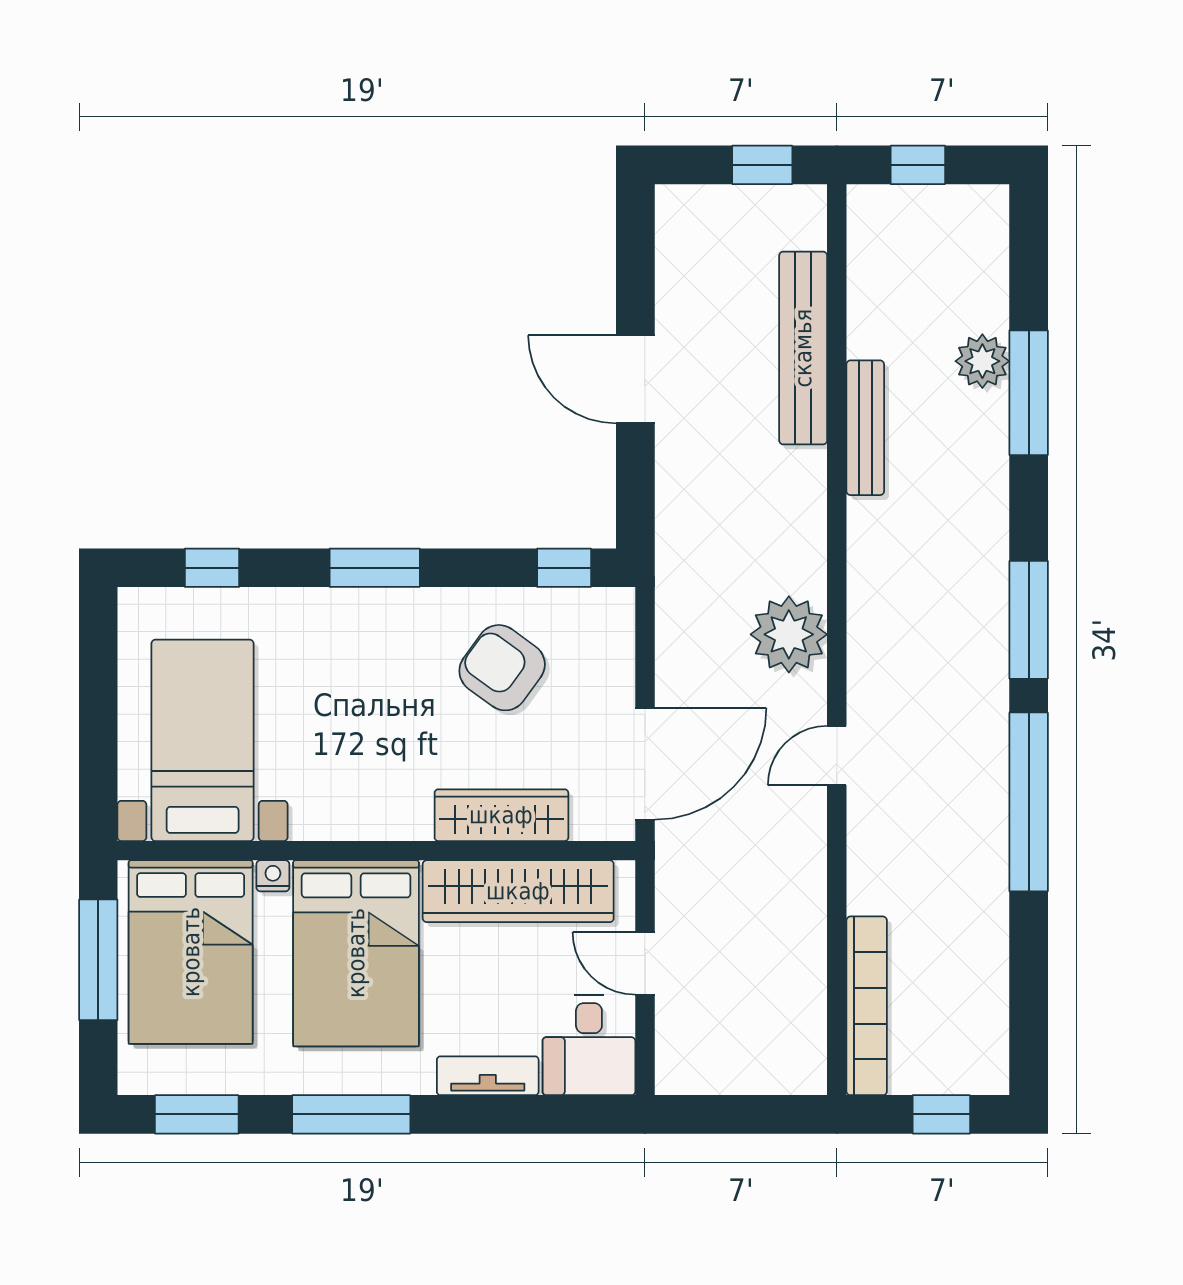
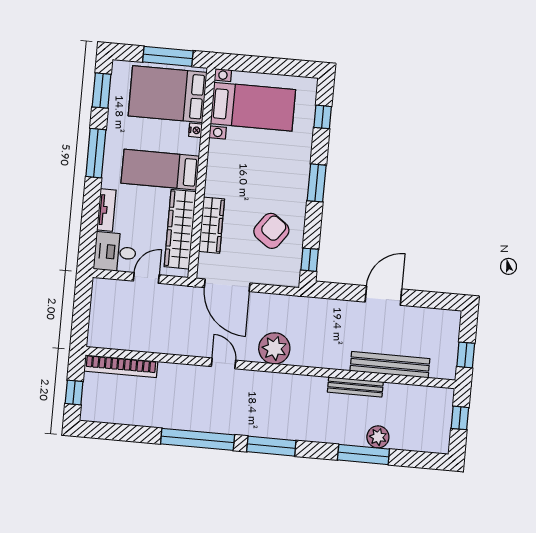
bed: (356, 953) -> (160, 170), width x0.67

